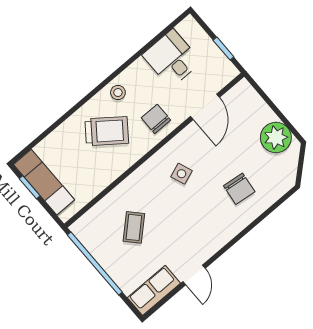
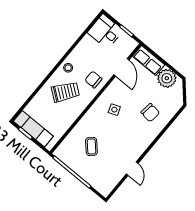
desk: (172, 58) -> (105, 32), moved
row of seats: (154, 290) -> (149, 61), moved, turned -90

